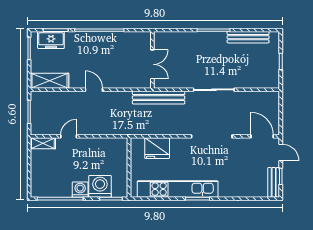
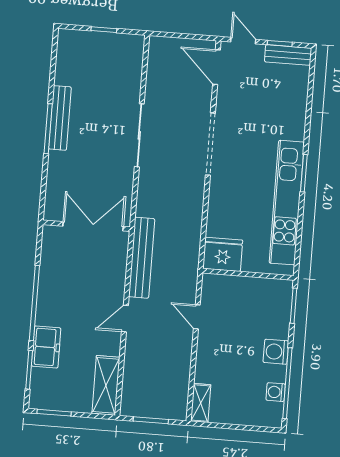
bench: (248, 37) -> (60, 118), moved
freezer: (51, 40) -> (46, 347), moved
double door: (152, 64) -> (93, 226), width x1.37
bench: (159, 98) -> (142, 258), moved
door: (69, 136) -> (197, 317), moved
door: (262, 136) -> (216, 67), hinge flipped
fridge: (157, 148) -> (223, 254), moved, turned -90
door: (281, 152) -> (243, 41), hinge flipped
washing machine: (100, 186) -> (276, 392), moved, width x0.53, depth x0.53

